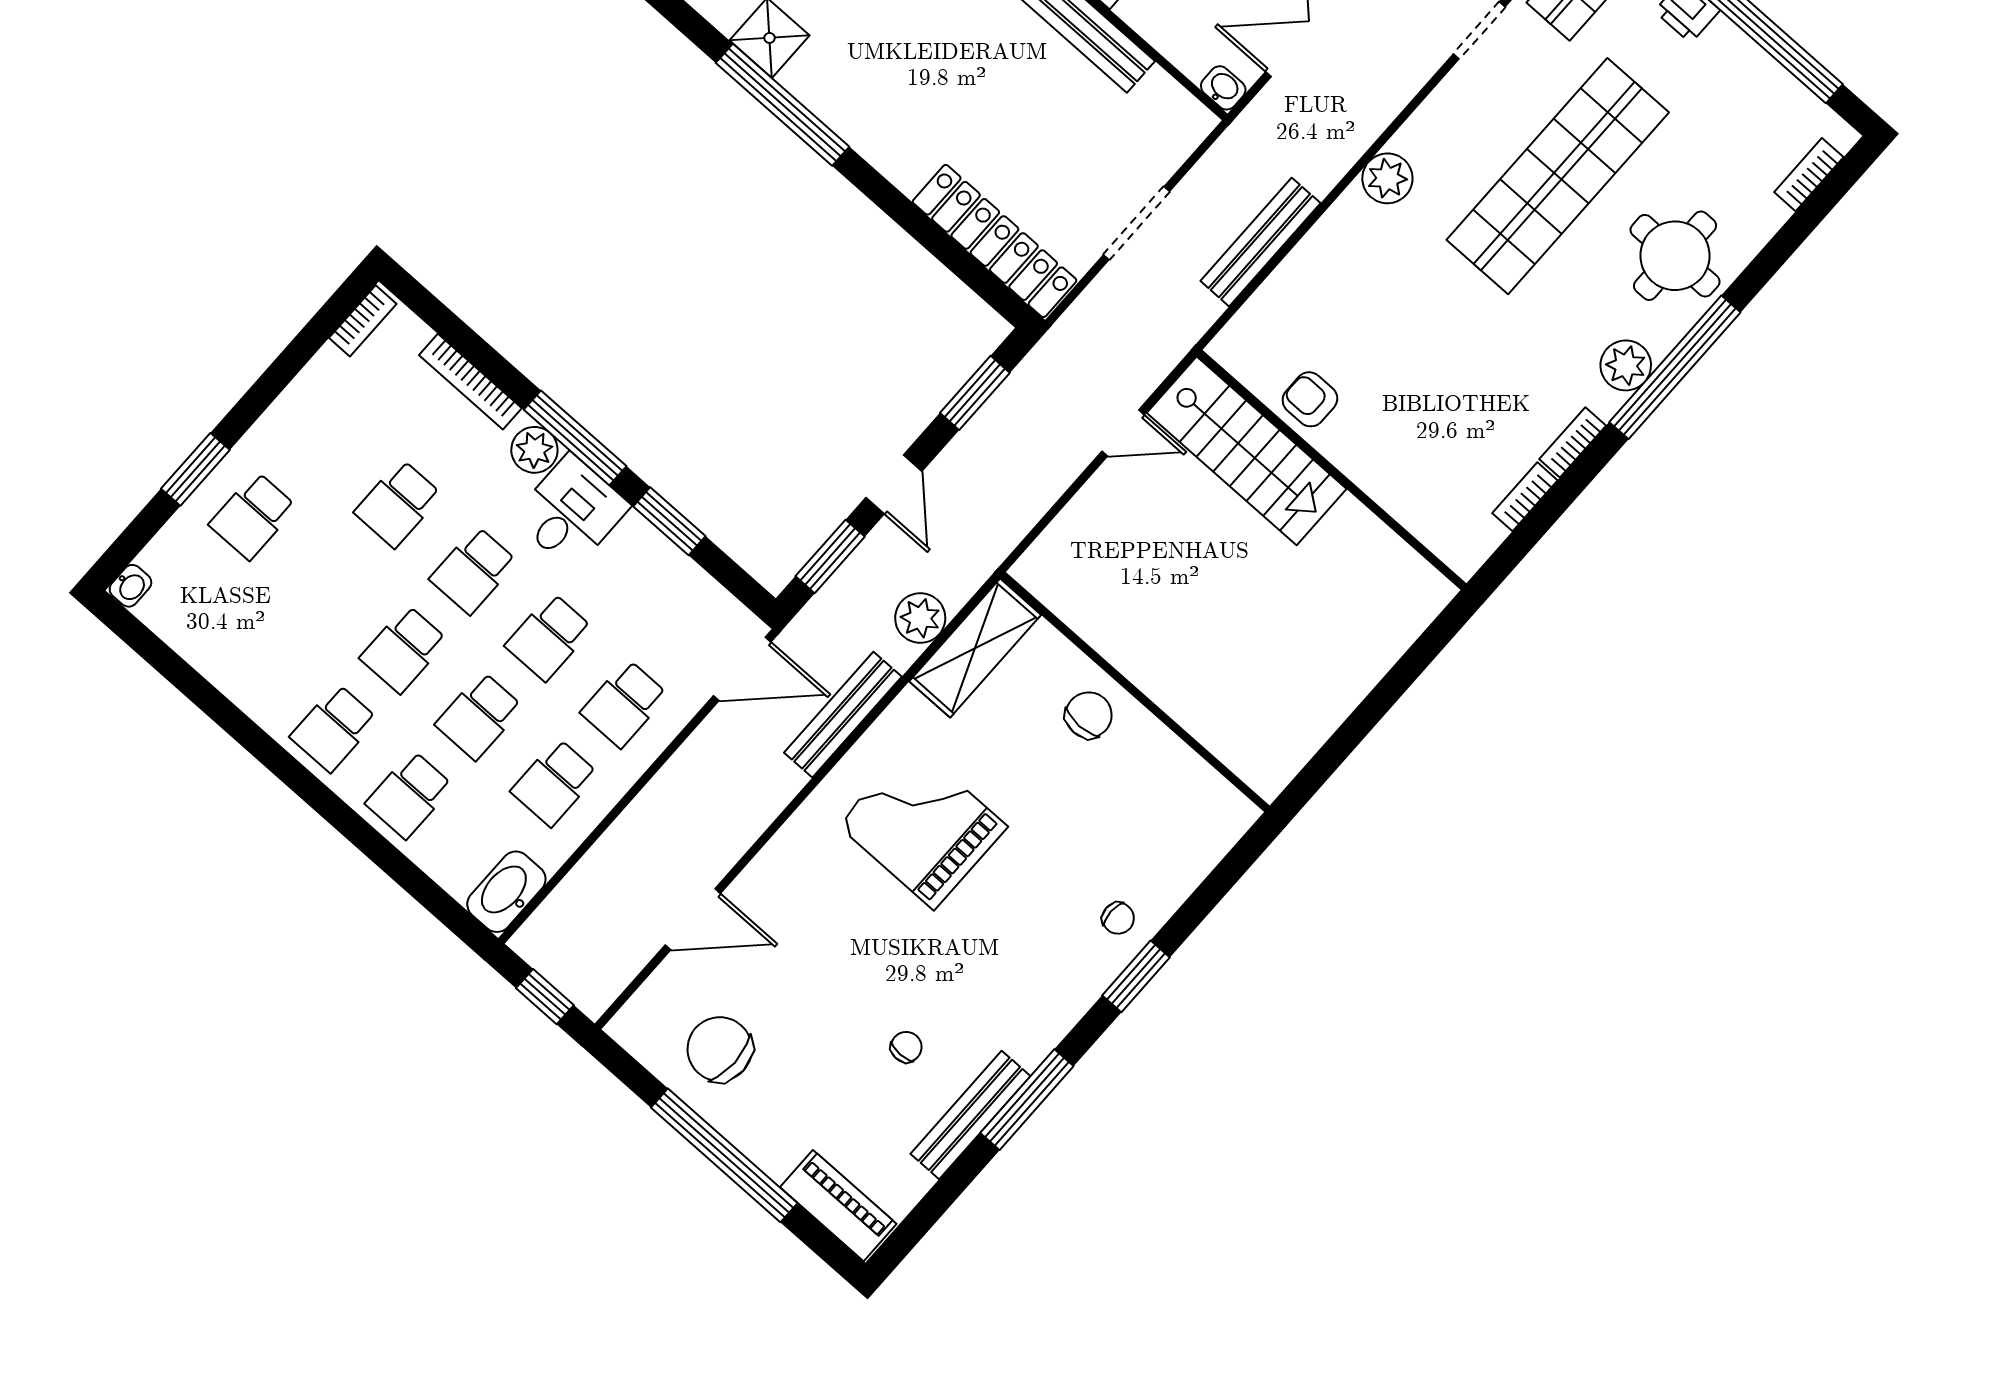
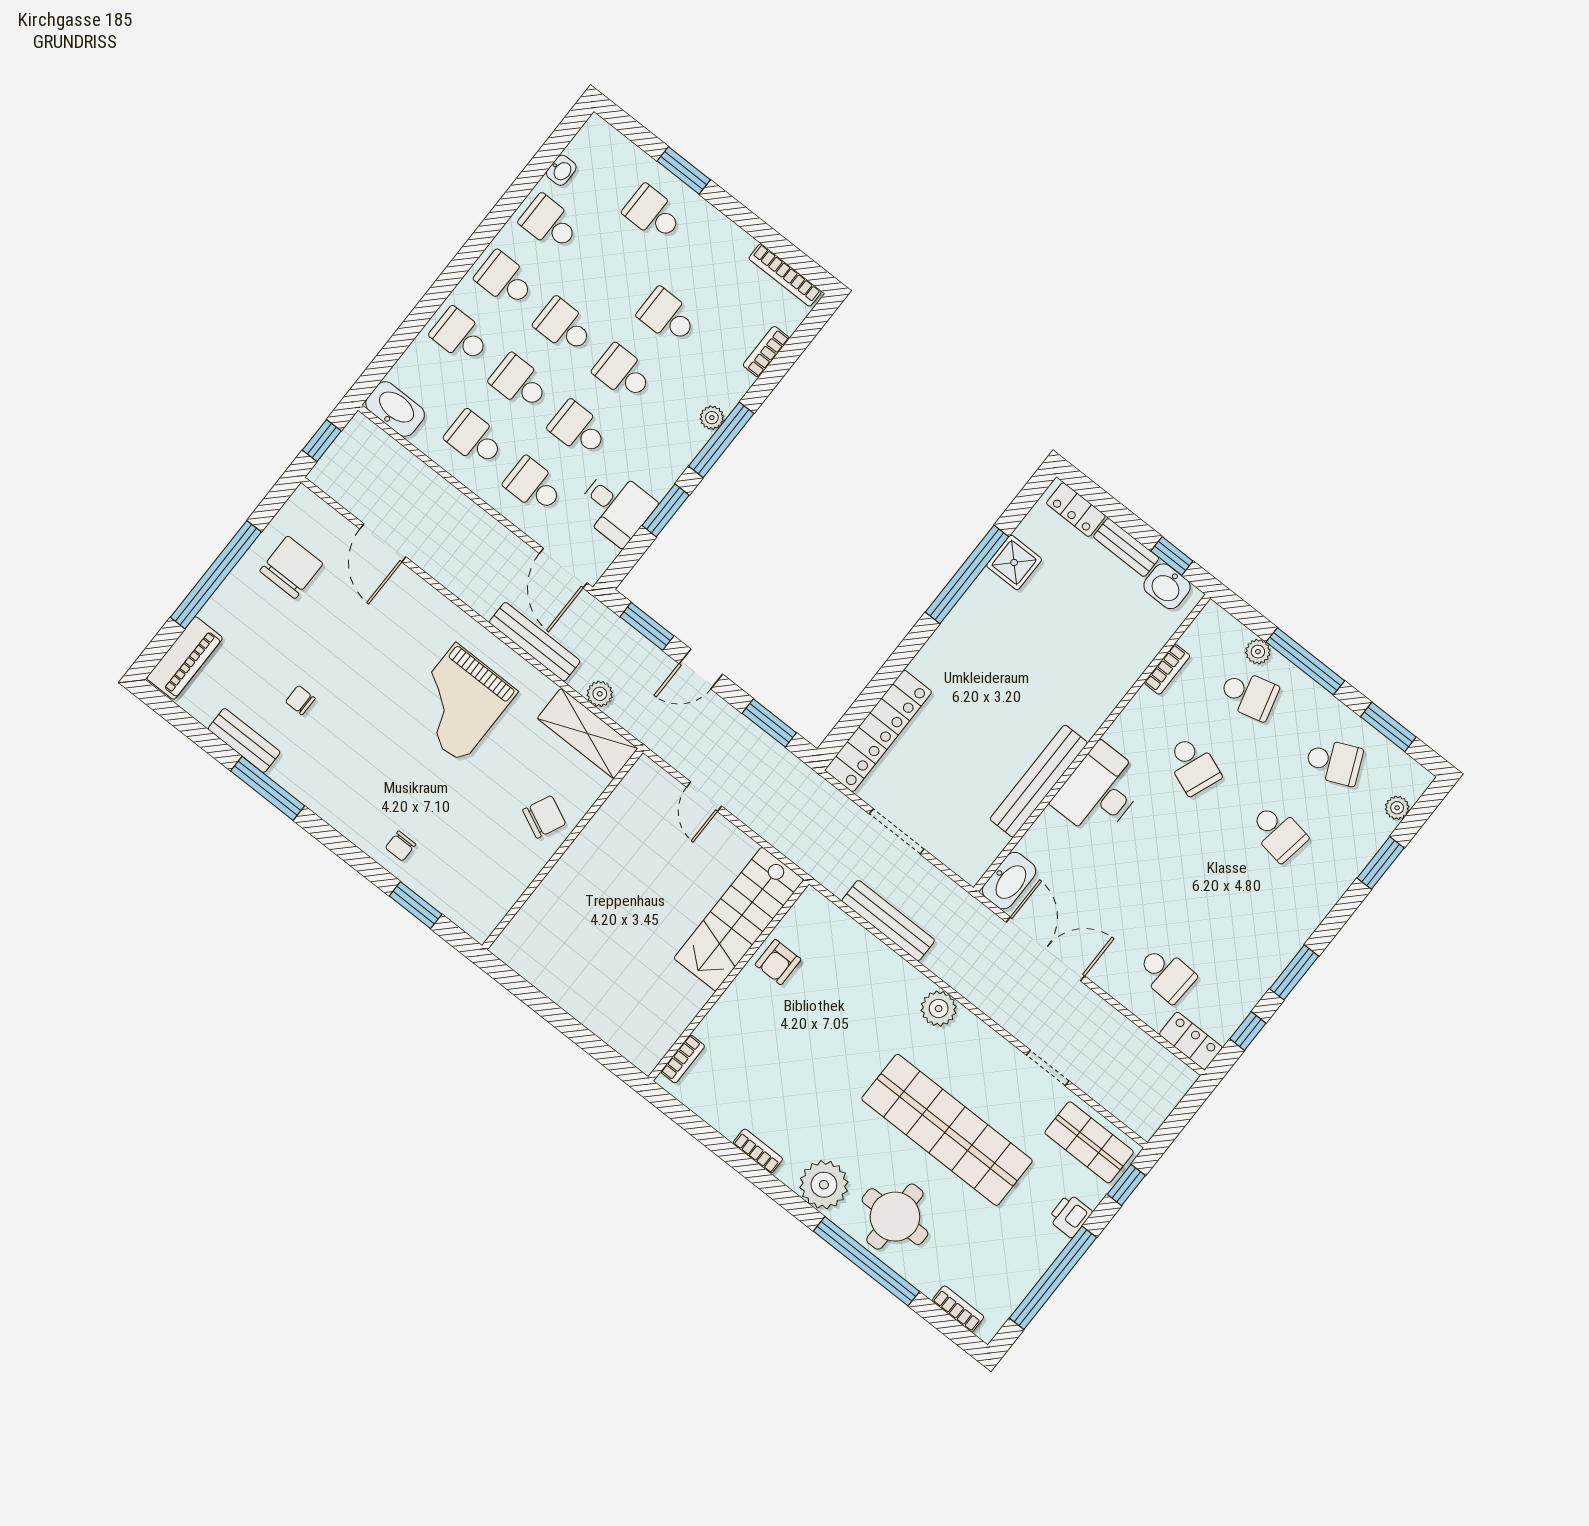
washbasin: (1223, 88) -> (1009, 881), width x1.91, depth x1.45
bookcase: (363, 321) -> (785, 275), width x1.56
plant: (1626, 365) -> (824, 1185), width x1.36, depth x1.36
window: (1675, 367) -> (867, 1261), moved
bookcase: (470, 382) -> (766, 352), width x0.64
armchair: (1310, 399) -> (778, 962), turned 180
door: (1123, 433) -> (704, 797), moved
plant: (534, 450) -> (712, 418), width x0.73, depth x0.73
bookcase: (1525, 497) -> (683, 1059), moved, turned 90
desk: (571, 512) -> (616, 507), moved
washbasin: (130, 586) -> (561, 170), moved, turned -90
plant: (920, 618) -> (600, 694), width x0.73, depth x0.73
school desk: (258, 661) -> (549, 223), added
chair: (1089, 715) -> (544, 817), turned -65
grand piano: (922, 826) -> (459, 703), turned 180
window: (1136, 976) -> (416, 905), moved
chair: (906, 1047) -> (300, 700), turned 180
bench: (970, 1115) -> (244, 740), width x0.73

